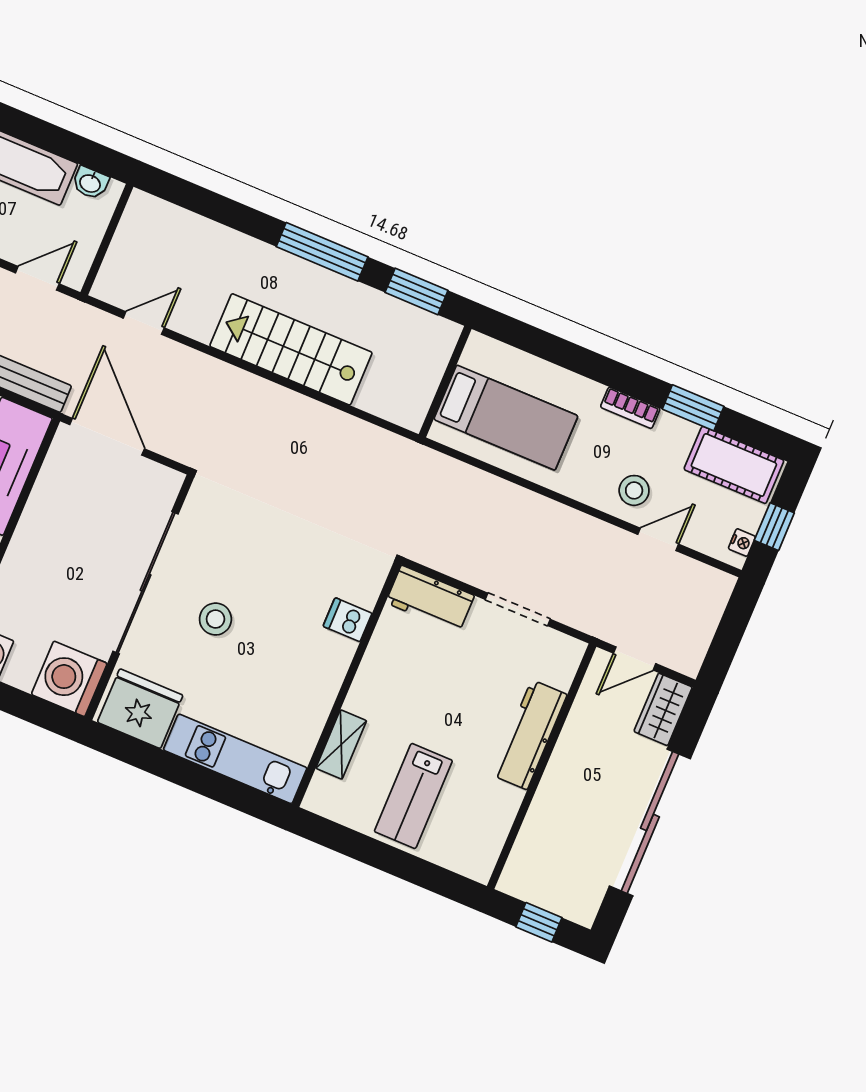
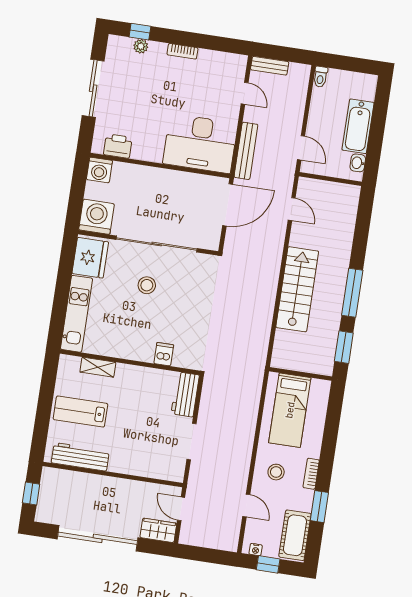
stool: (634, 490) -> (276, 472), moved
workbench: (529, 735) -> (80, 457), moved

